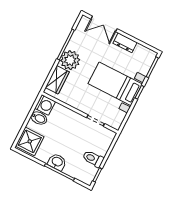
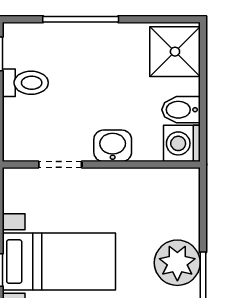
wardrobe: (57, 80) -> (183, 208), removed
washbasin: (57, 162) -> (113, 146), moved, turned 180

